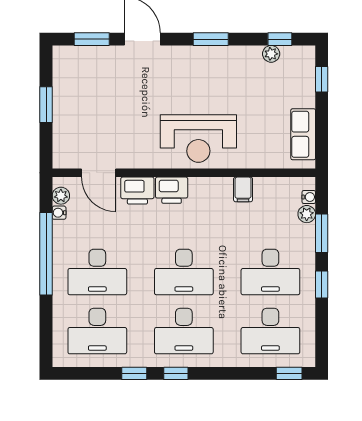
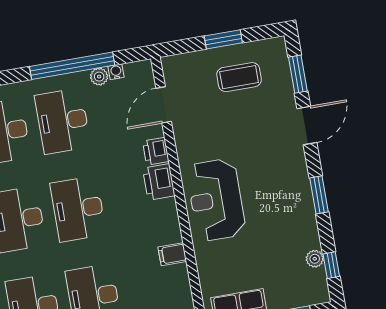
coffee table: (85, 96) -> (239, 77), added
printer: (137, 191) -> (156, 151), width x0.73, depth x0.81
plant: (61, 196) -> (99, 77), moved

